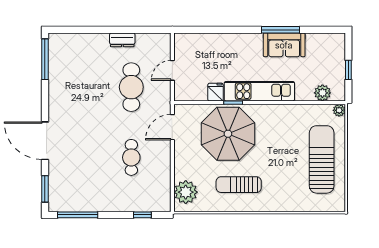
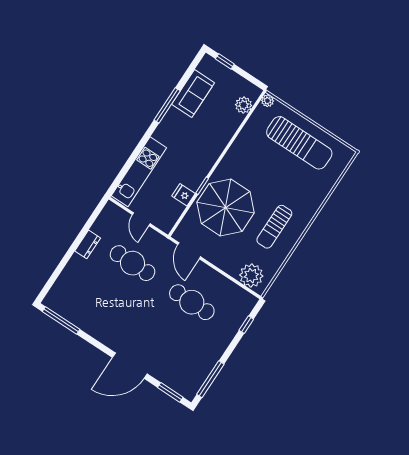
sofa: (284, 45) -> (193, 94), moved
window: (348, 70) -> (225, 61), moved
kitchen unit: (259, 91) -> (139, 172), moved, turned 180
cafe table: (131, 157) -> (192, 302), width x1.37, depth x1.35
sun lounger: (322, 159) -> (299, 143), turned 180

